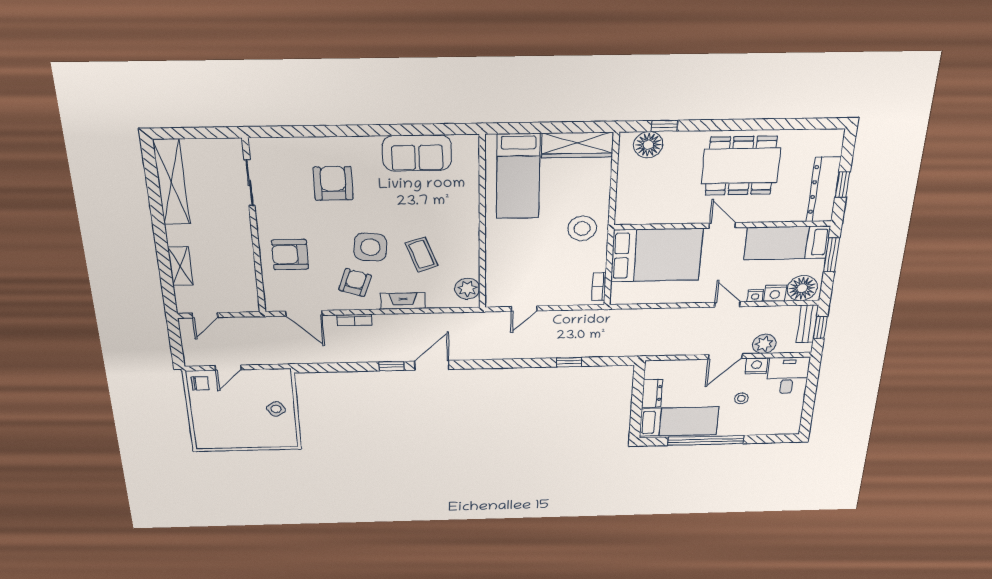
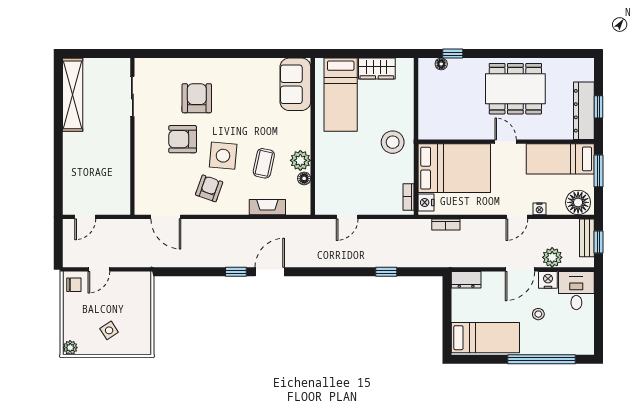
wardrobe: (577, 145) -> (377, 69), width x0.67
floor lamp: (648, 145) -> (441, 64), width x0.53, depth x0.53
sofa: (417, 153) -> (295, 84), moved, turned 90
coffee table: (422, 254) -> (264, 163), turned 32
armchair: (290, 255) -> (183, 139), moved
shelving: (180, 266) -> (71, 170), removed
floor lamp: (472, 270) -> (304, 178), added
plant: (467, 289) -> (300, 160), moved
nightstand: (775, 293) -> (426, 203), moved, turned 90
fireplace: (403, 301) -> (267, 207), moved
door: (727, 304) -> (517, 217), swing flipped
bookcase: (355, 320) -> (446, 225), moved
dresser: (652, 393) -> (466, 280), moved, turned 90
side table: (276, 409) -> (109, 330), moved
window: (706, 440) -> (541, 359), moved
plant: (204, 442) -> (70, 348), added

